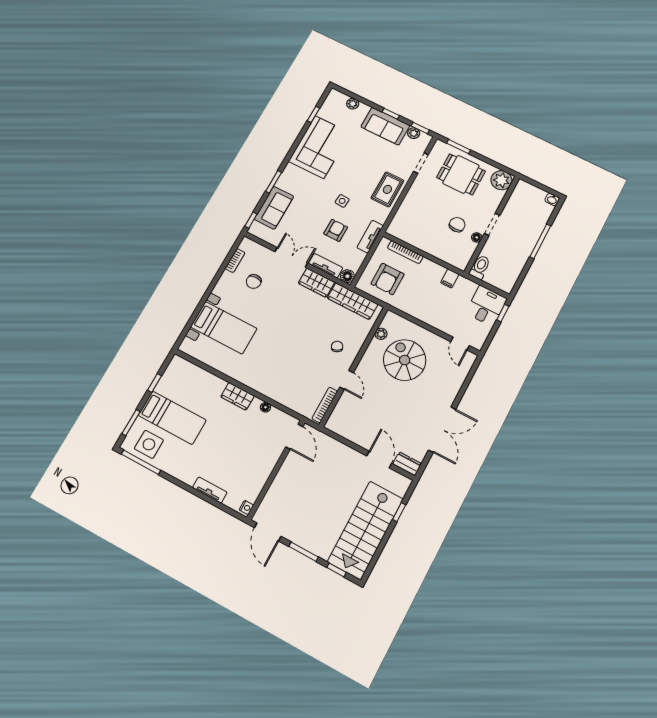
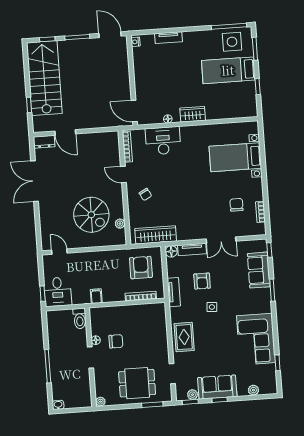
plant: (501, 180) -> (100, 402), width x0.53, depth x0.53
chair: (457, 225) -> (116, 341), turned -90
wardrobe: (316, 283) -> (190, 232), removed
desk: (285, 389) -> (163, 141), added

